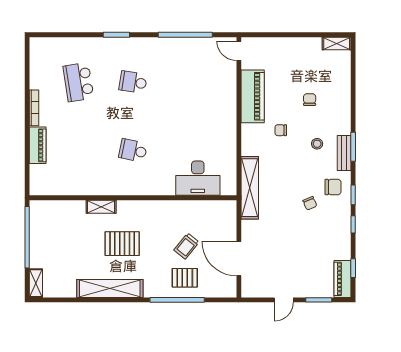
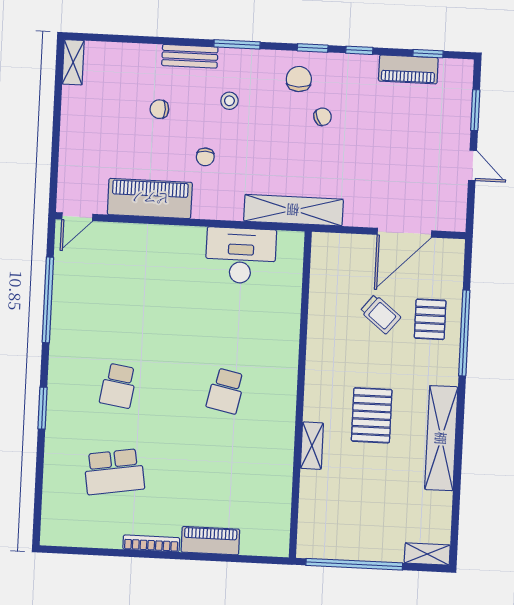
bench: (344, 153) -> (190, 56), moved
desk: (198, 178) -> (241, 256), moved, turned -90
piano: (343, 279) -> (408, 69), moved

